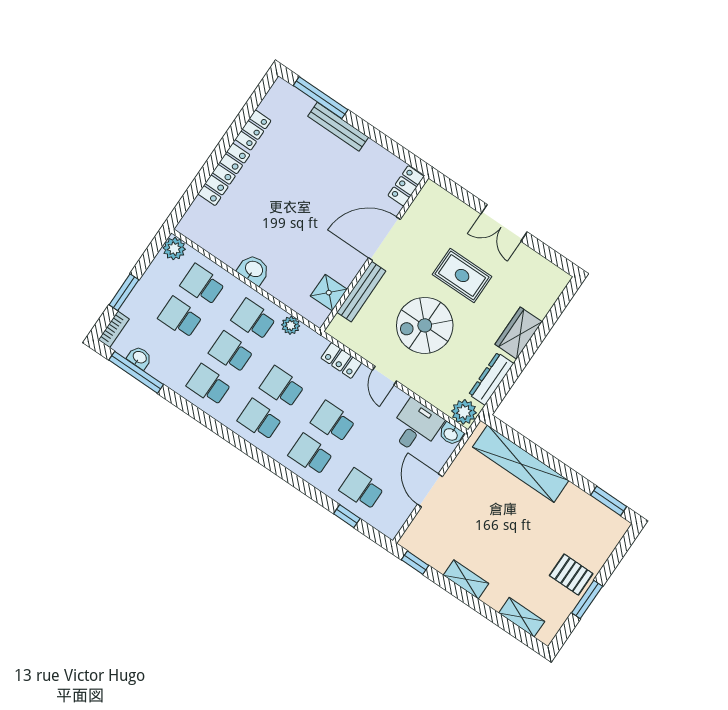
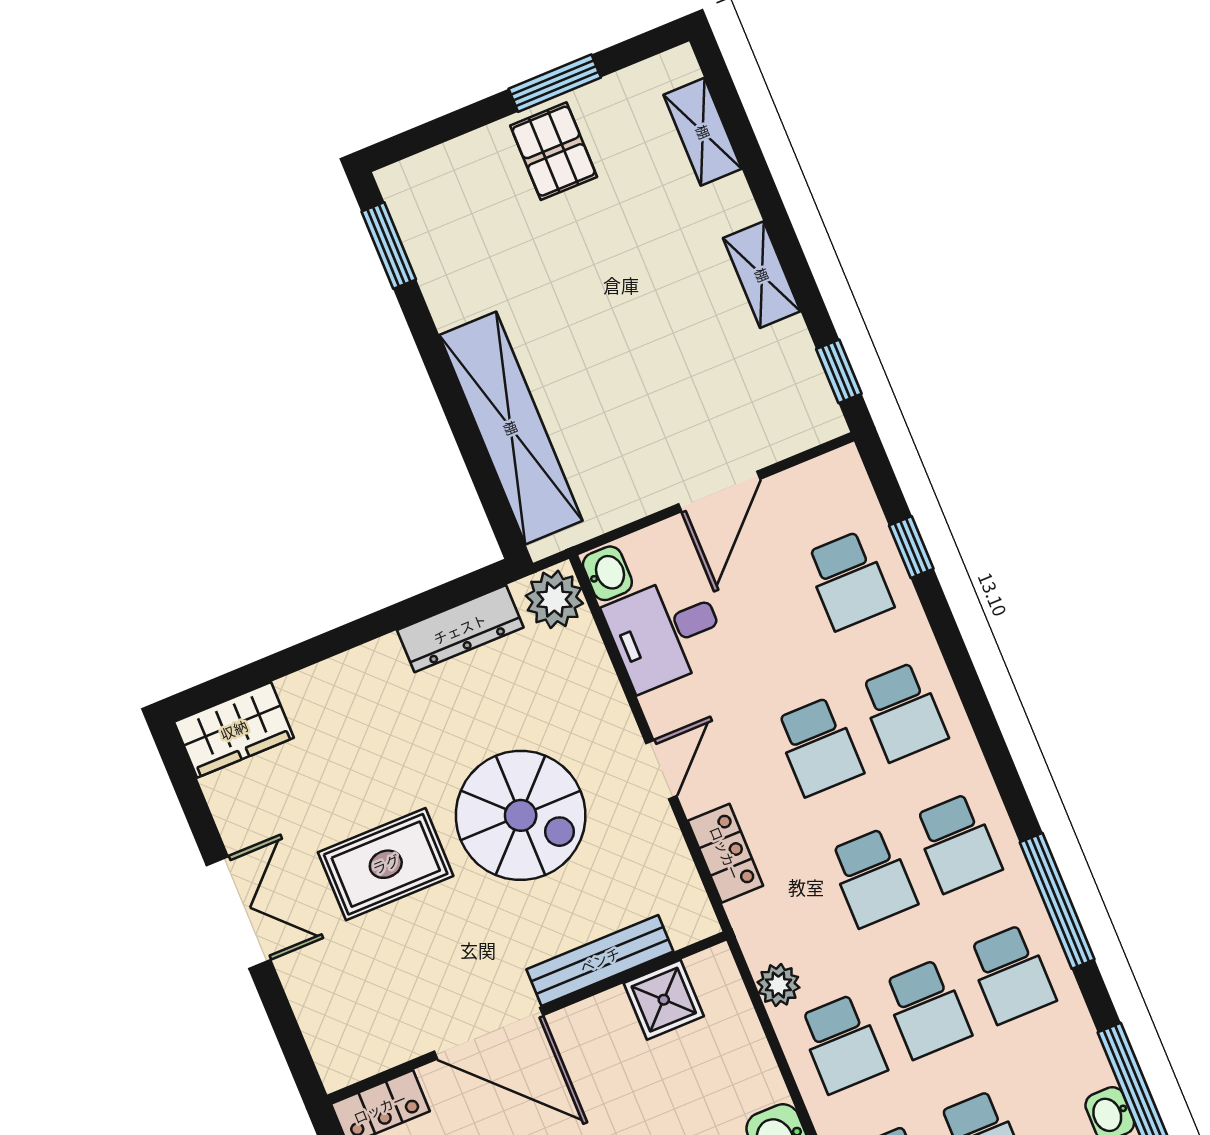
rug: (462, 275) -> (386, 864), turned 90
wardrobe: (519, 333) -> (234, 730), moved
window: (209, 422) -> (1057, 901), added

